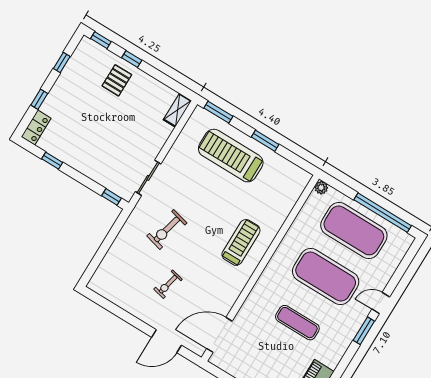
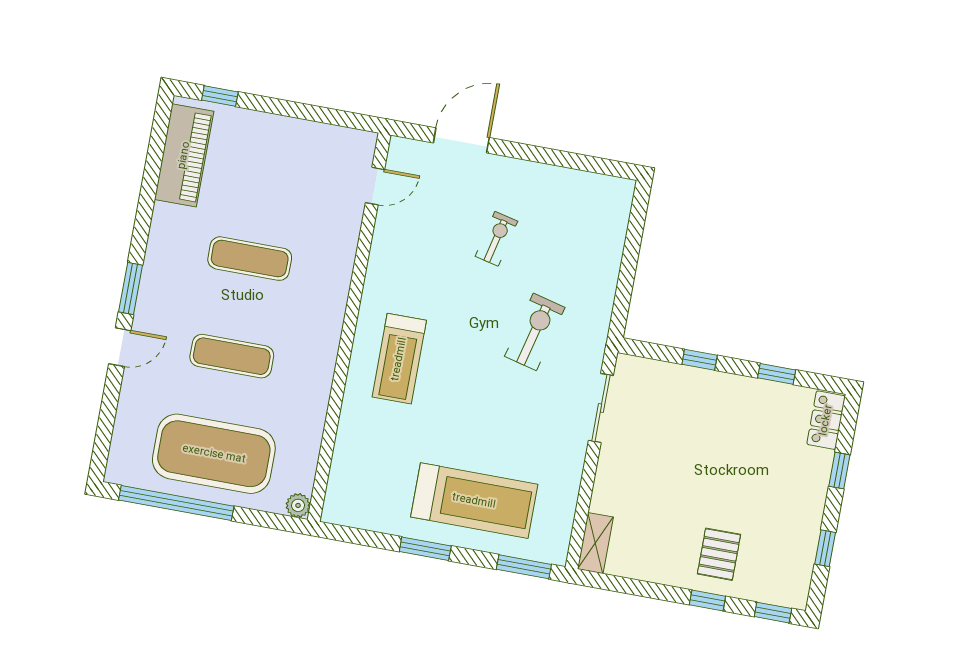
window: (111, 197) -> (700, 360), moved
exercise mat: (326, 277) -> (232, 356), width x0.50, depth x0.69
door: (219, 335) -> (375, 186), width x0.53

